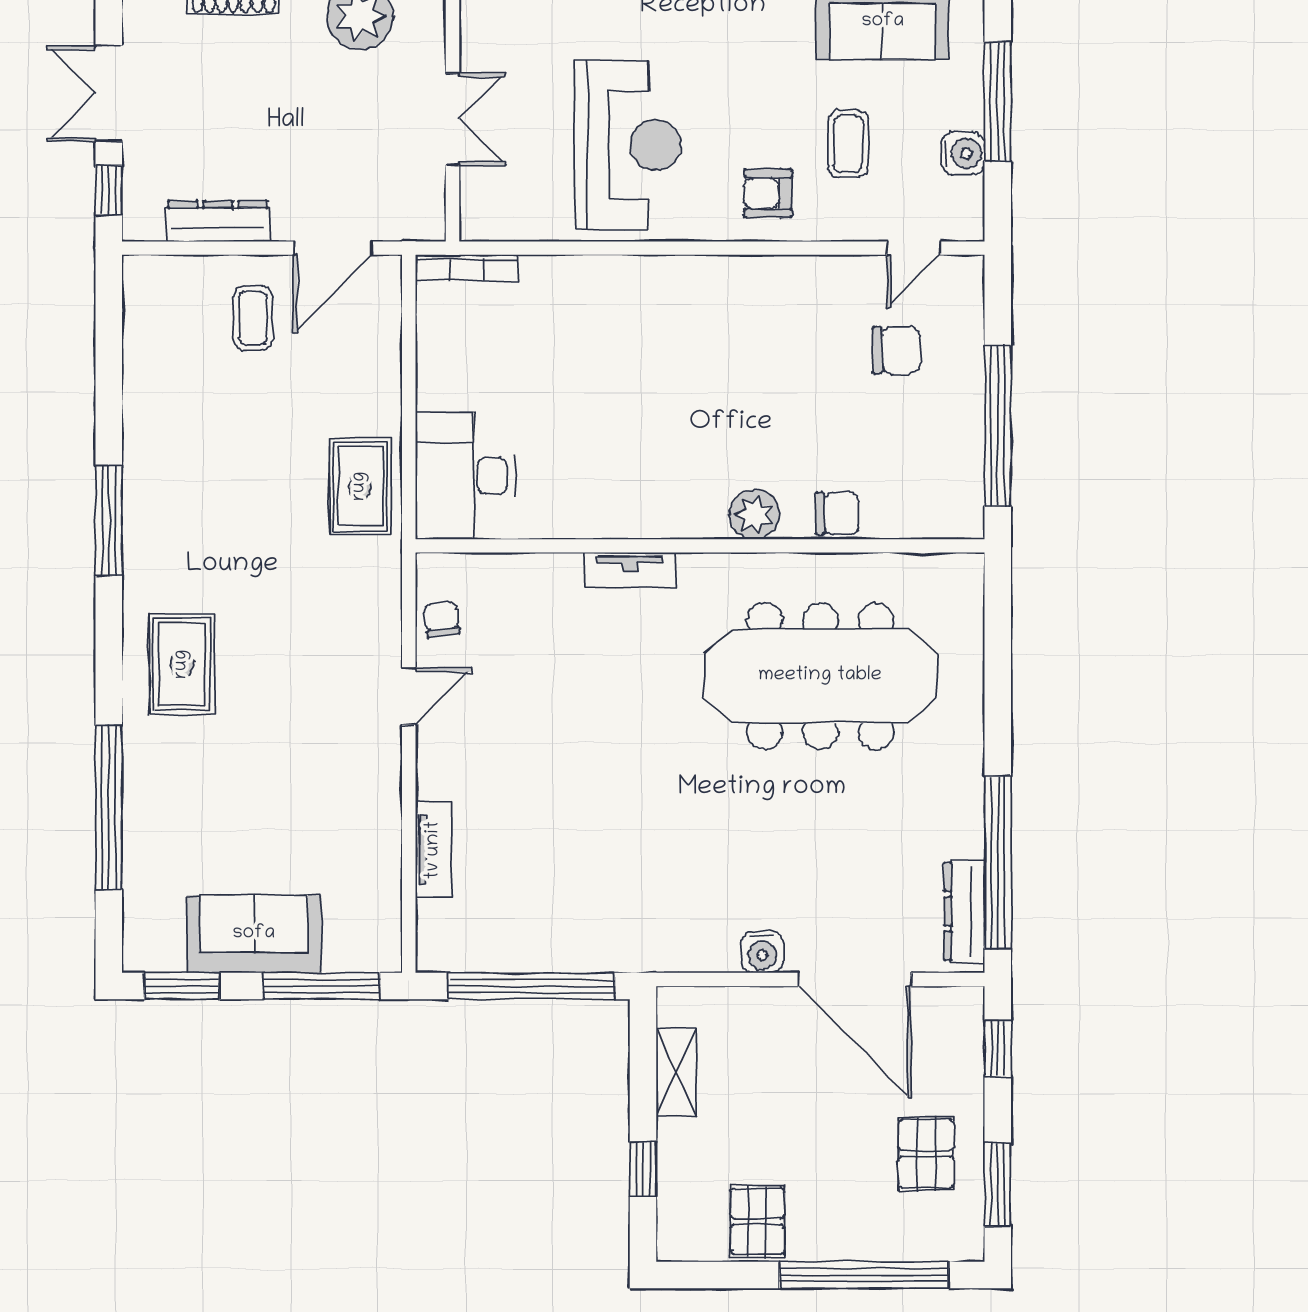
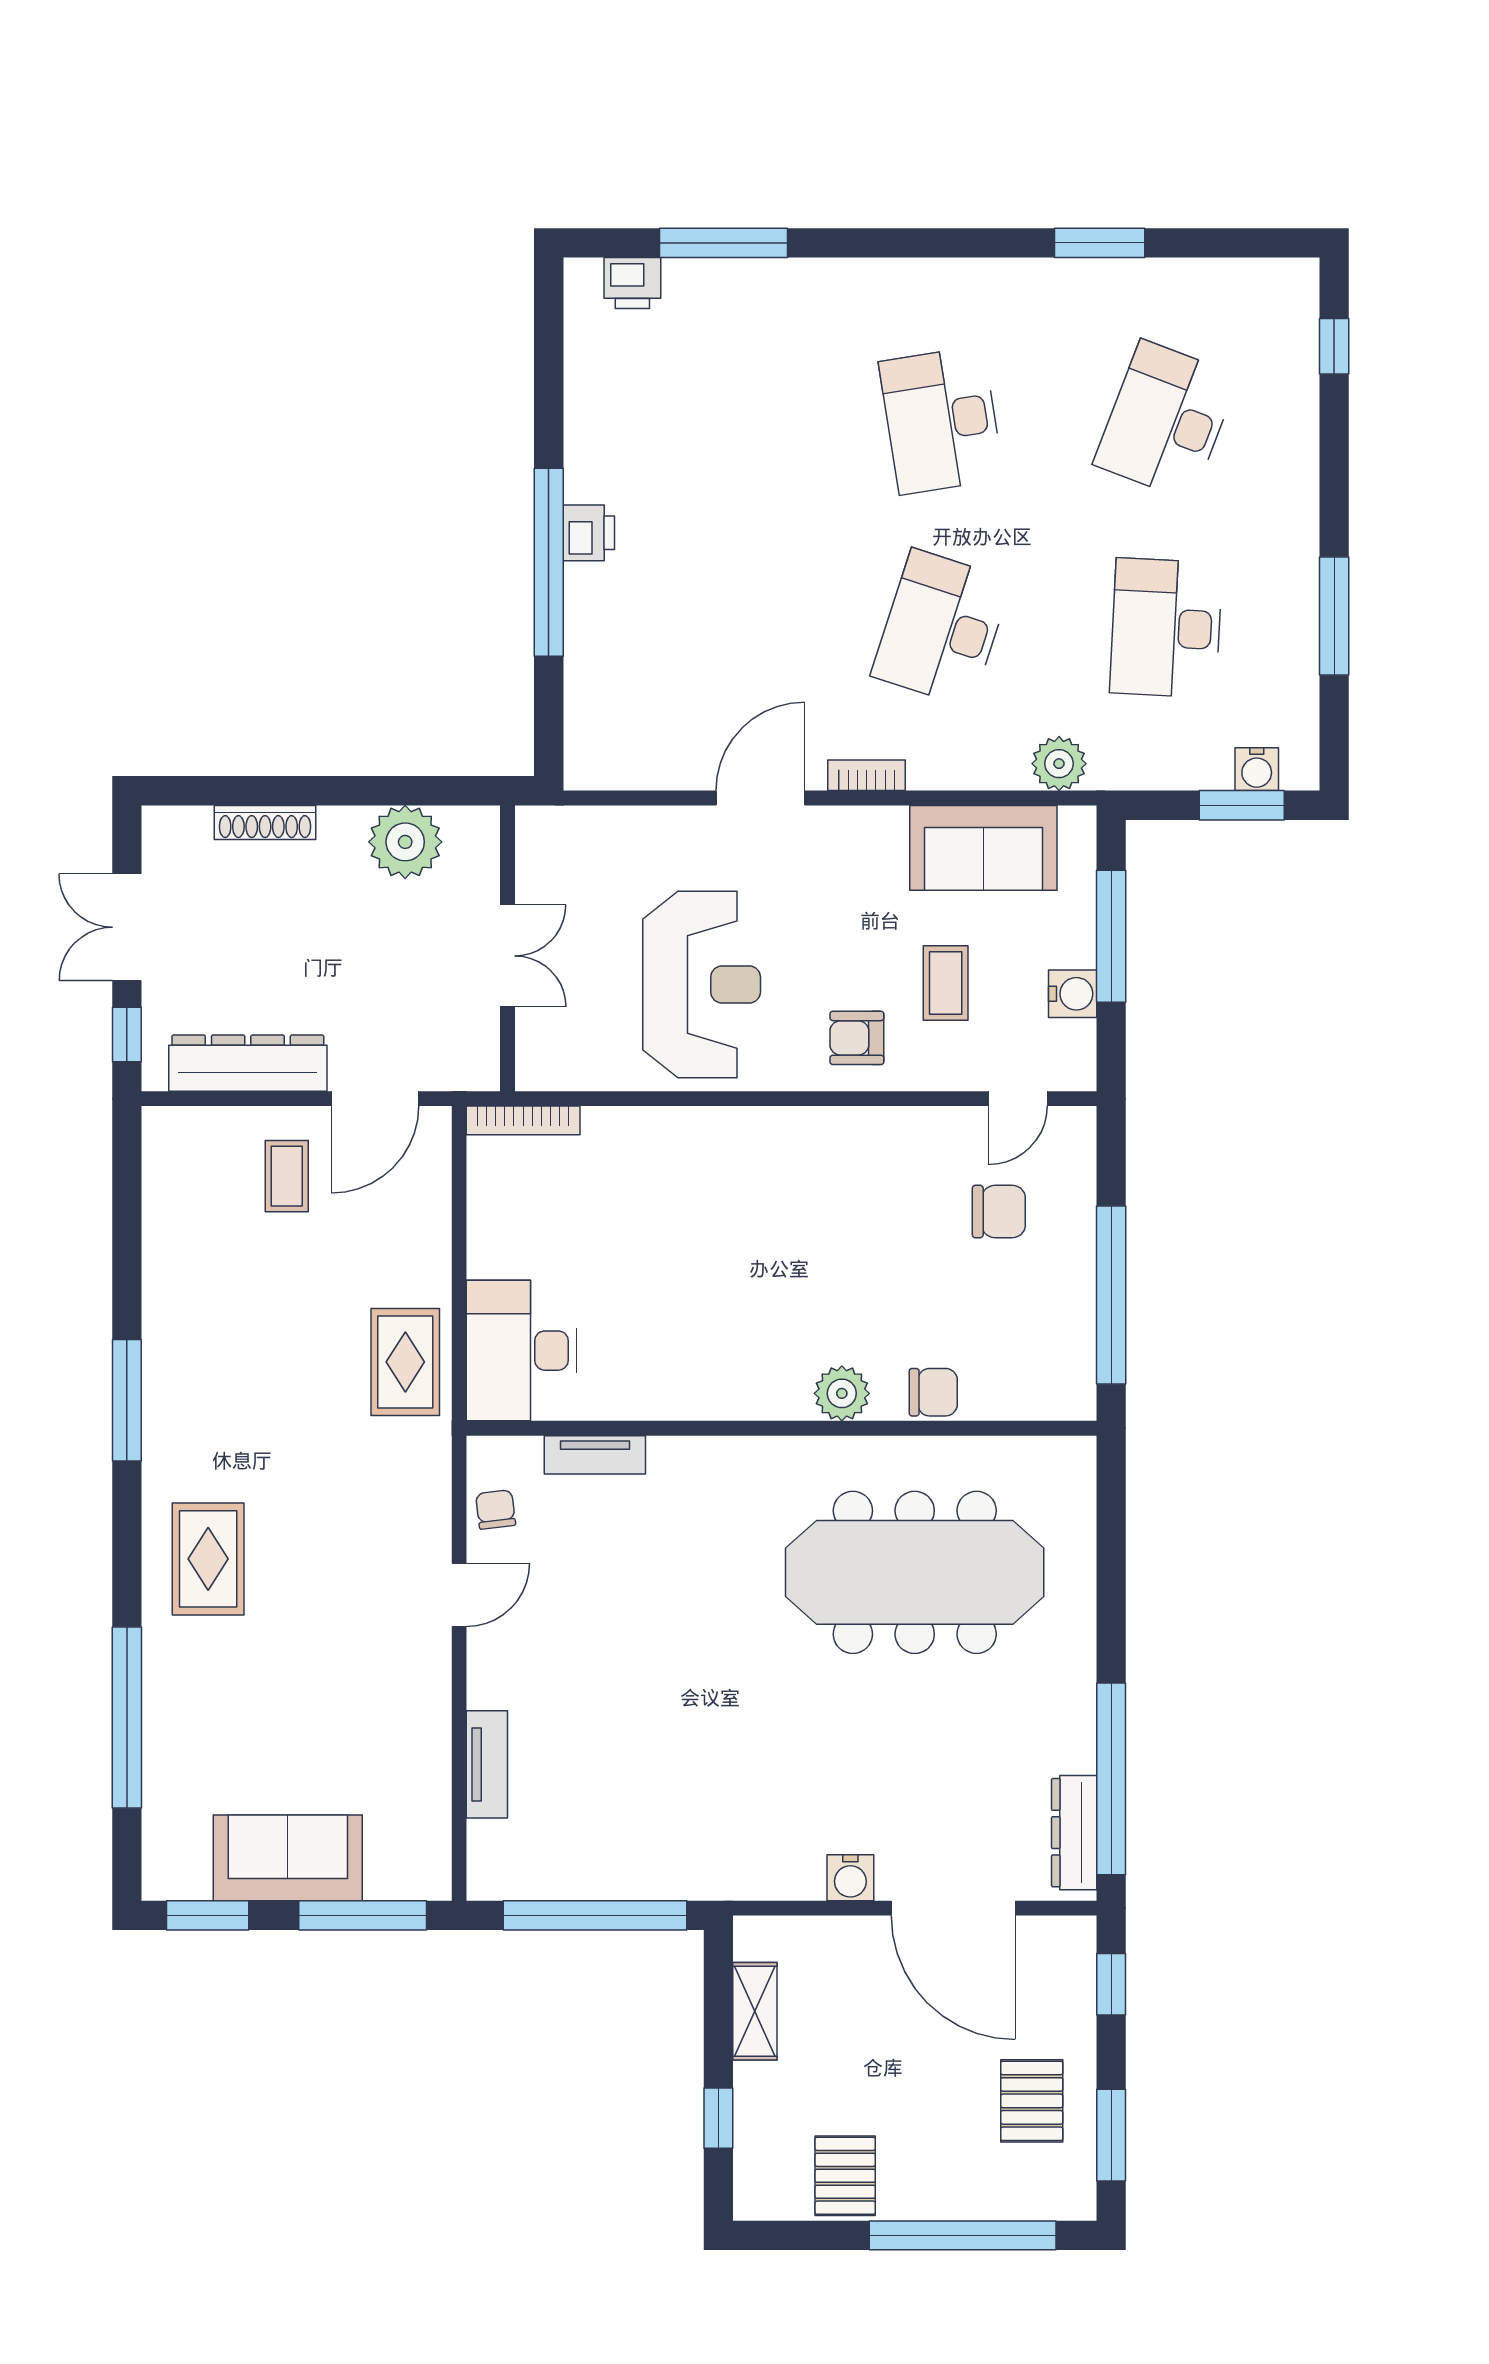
dresser: (218, 221) -> (248, 1063), width x1.37, depth x1.24
tv unit: (630, 570) -> (595, 1455), moved

